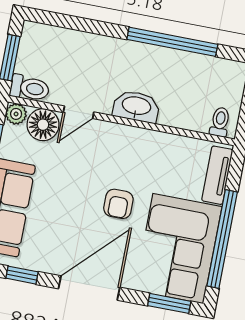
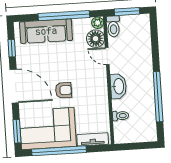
toilet: (220, 122) -> (121, 116), moved
armchair: (118, 204) -> (63, 90), turned 180

